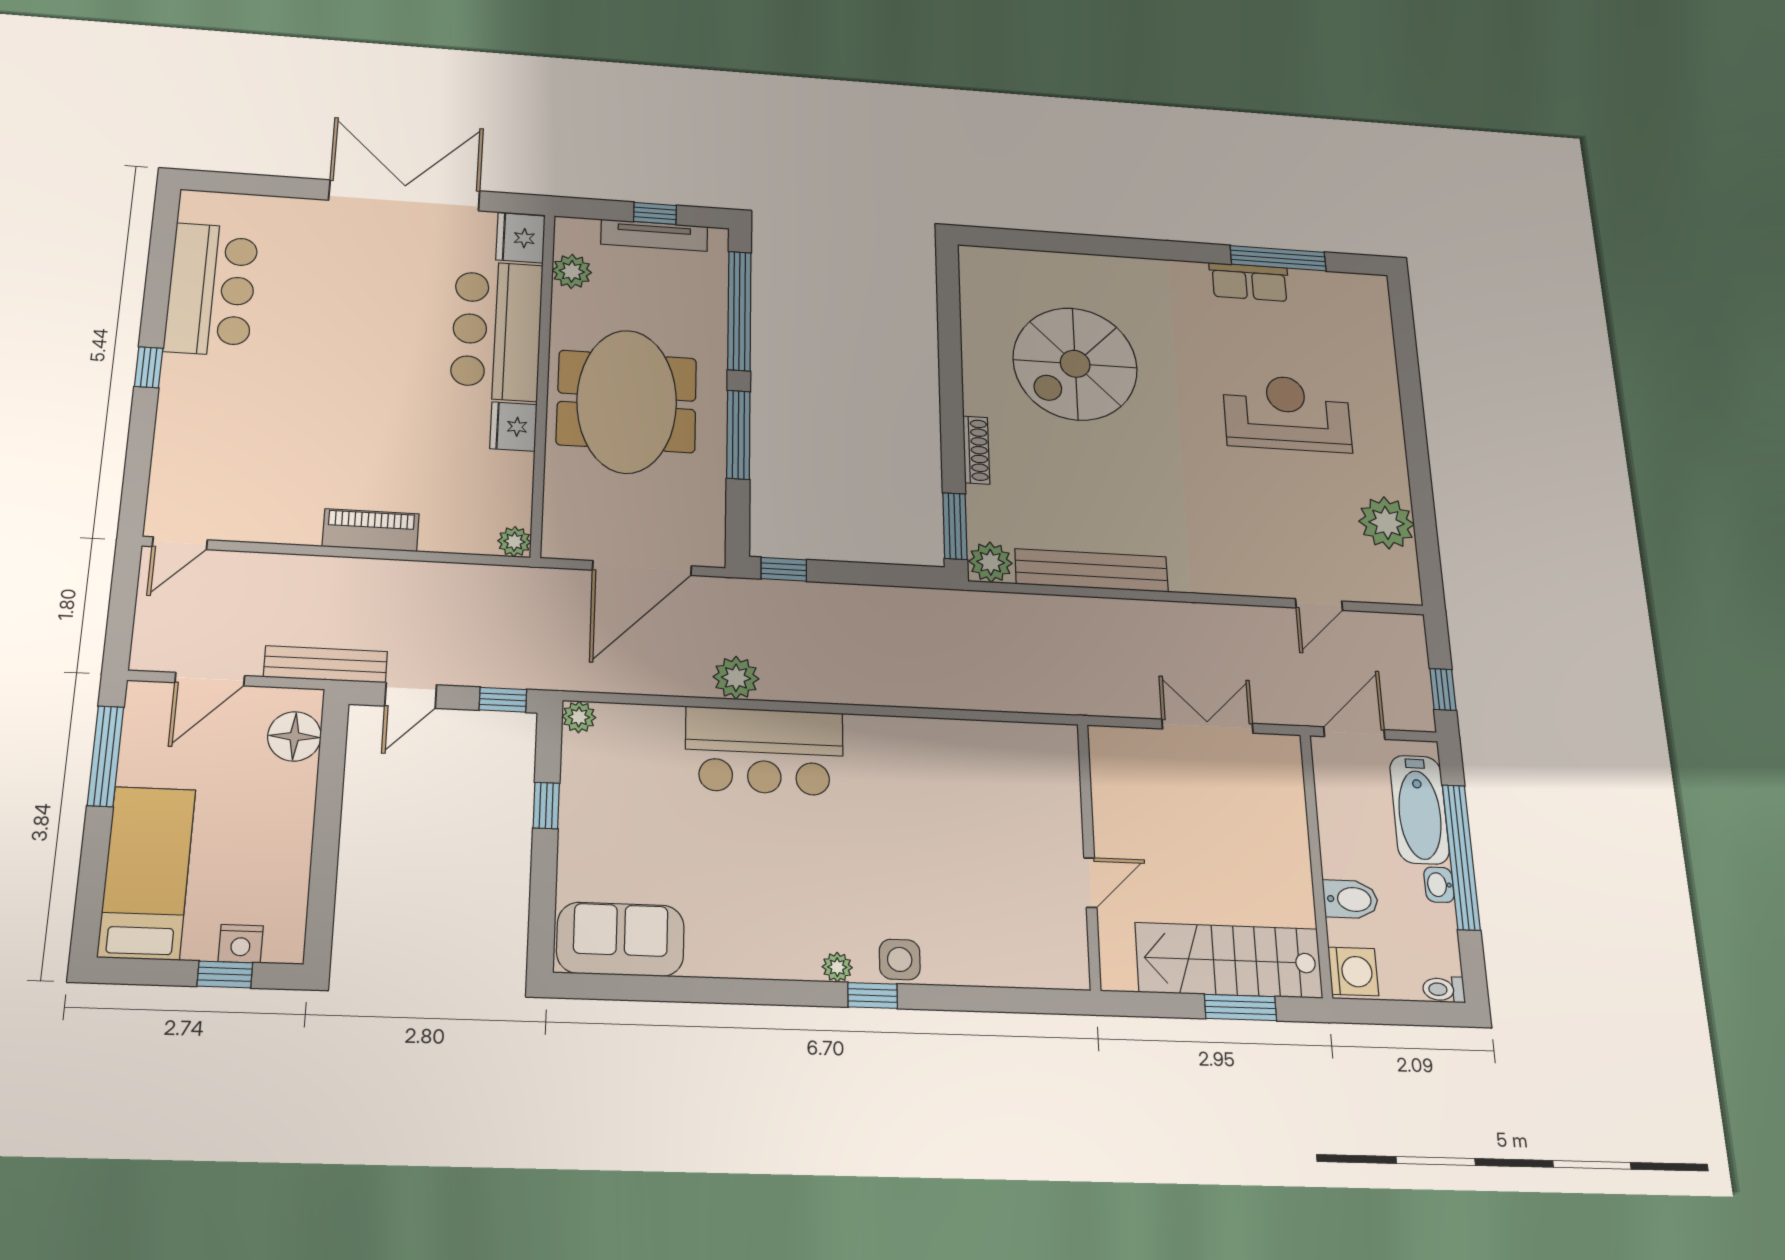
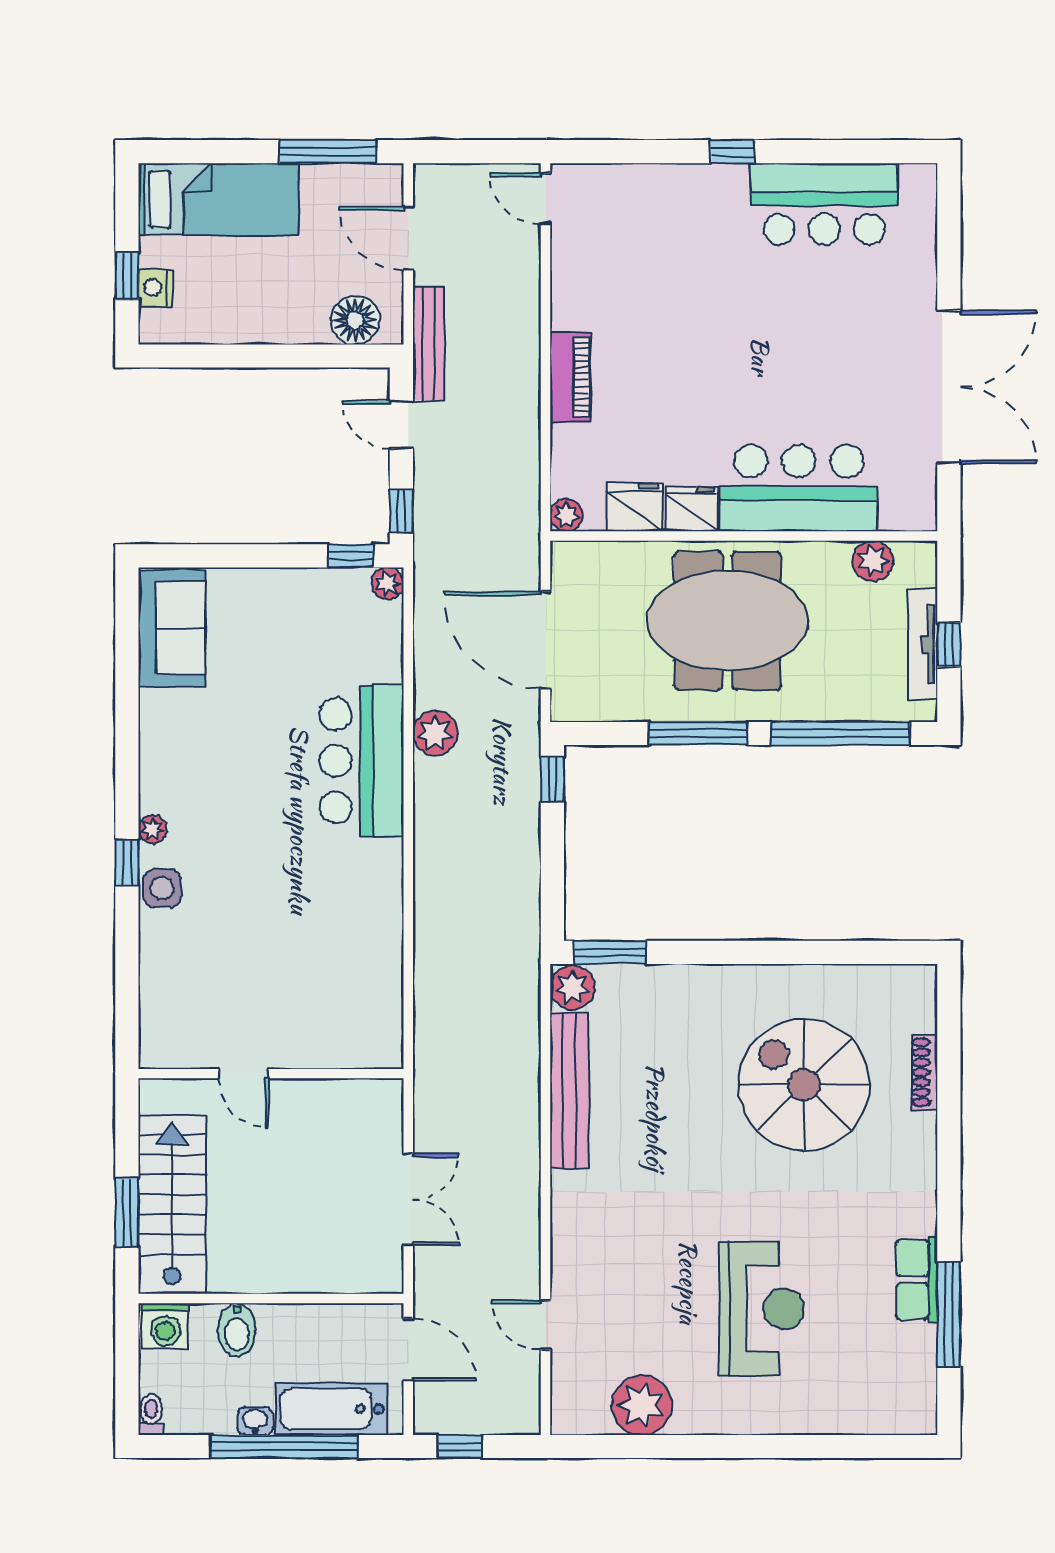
fridge: (521, 238) -> (634, 507), moved
shoe rack: (976, 450) -> (925, 1072), moved, turned 90
window: (546, 806) -> (351, 556), moved

